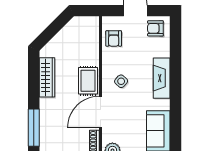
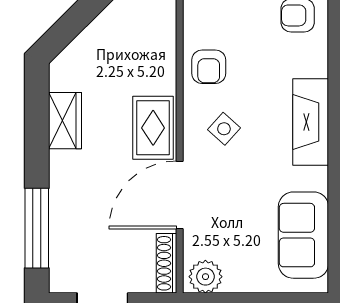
armchair: (114, 38) -> (209, 67), moved
wardrobe: (47, 77) -> (65, 121), width x0.67

